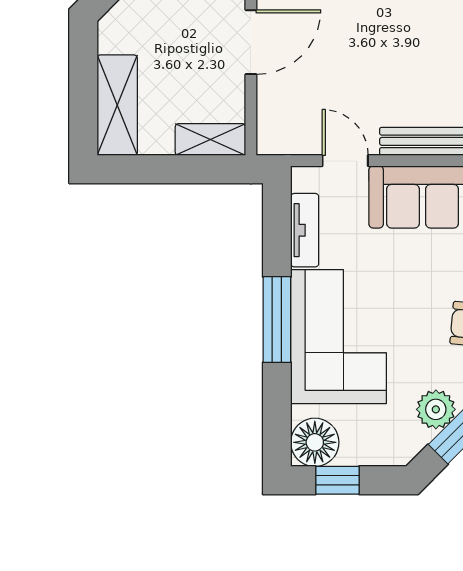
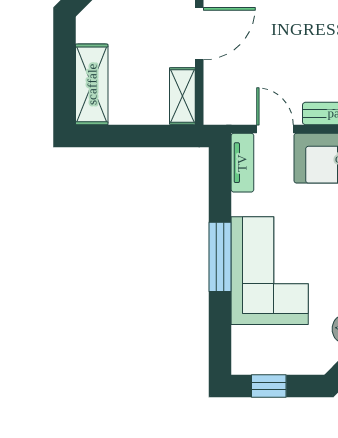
shelving: (210, 140) -> (182, 96), moved, turned 90
tv unit: (305, 230) -> (242, 163), moved
floor lamp: (315, 442) -> (251, 356), removed

